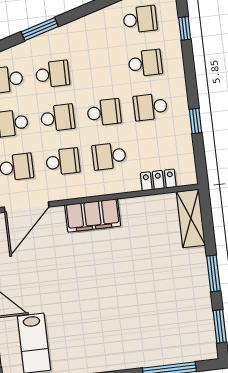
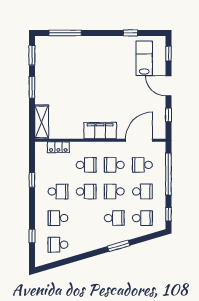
school desk: (52, 74) -> (114, 218), turned 180
school desk: (104, 112) -> (86, 191), turned 180

